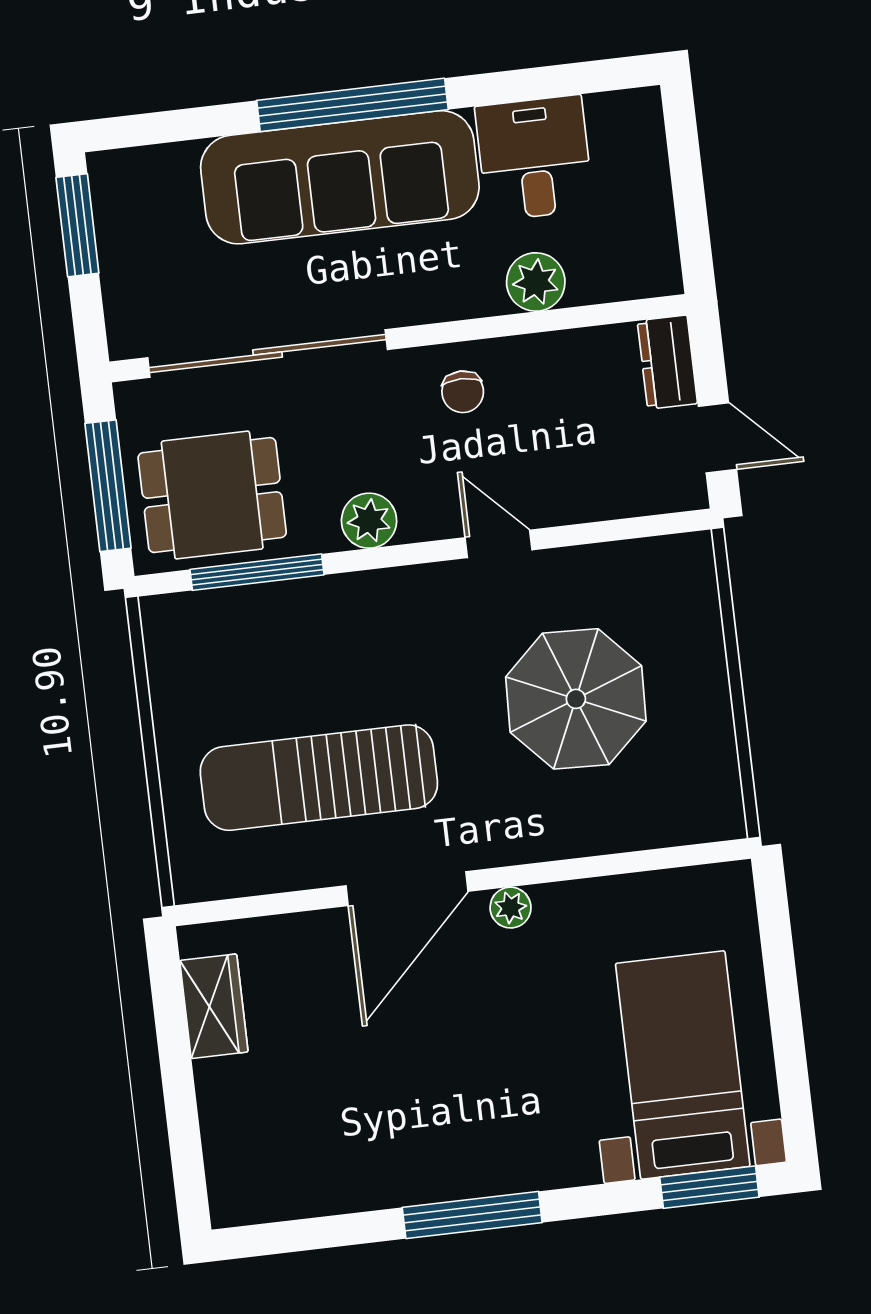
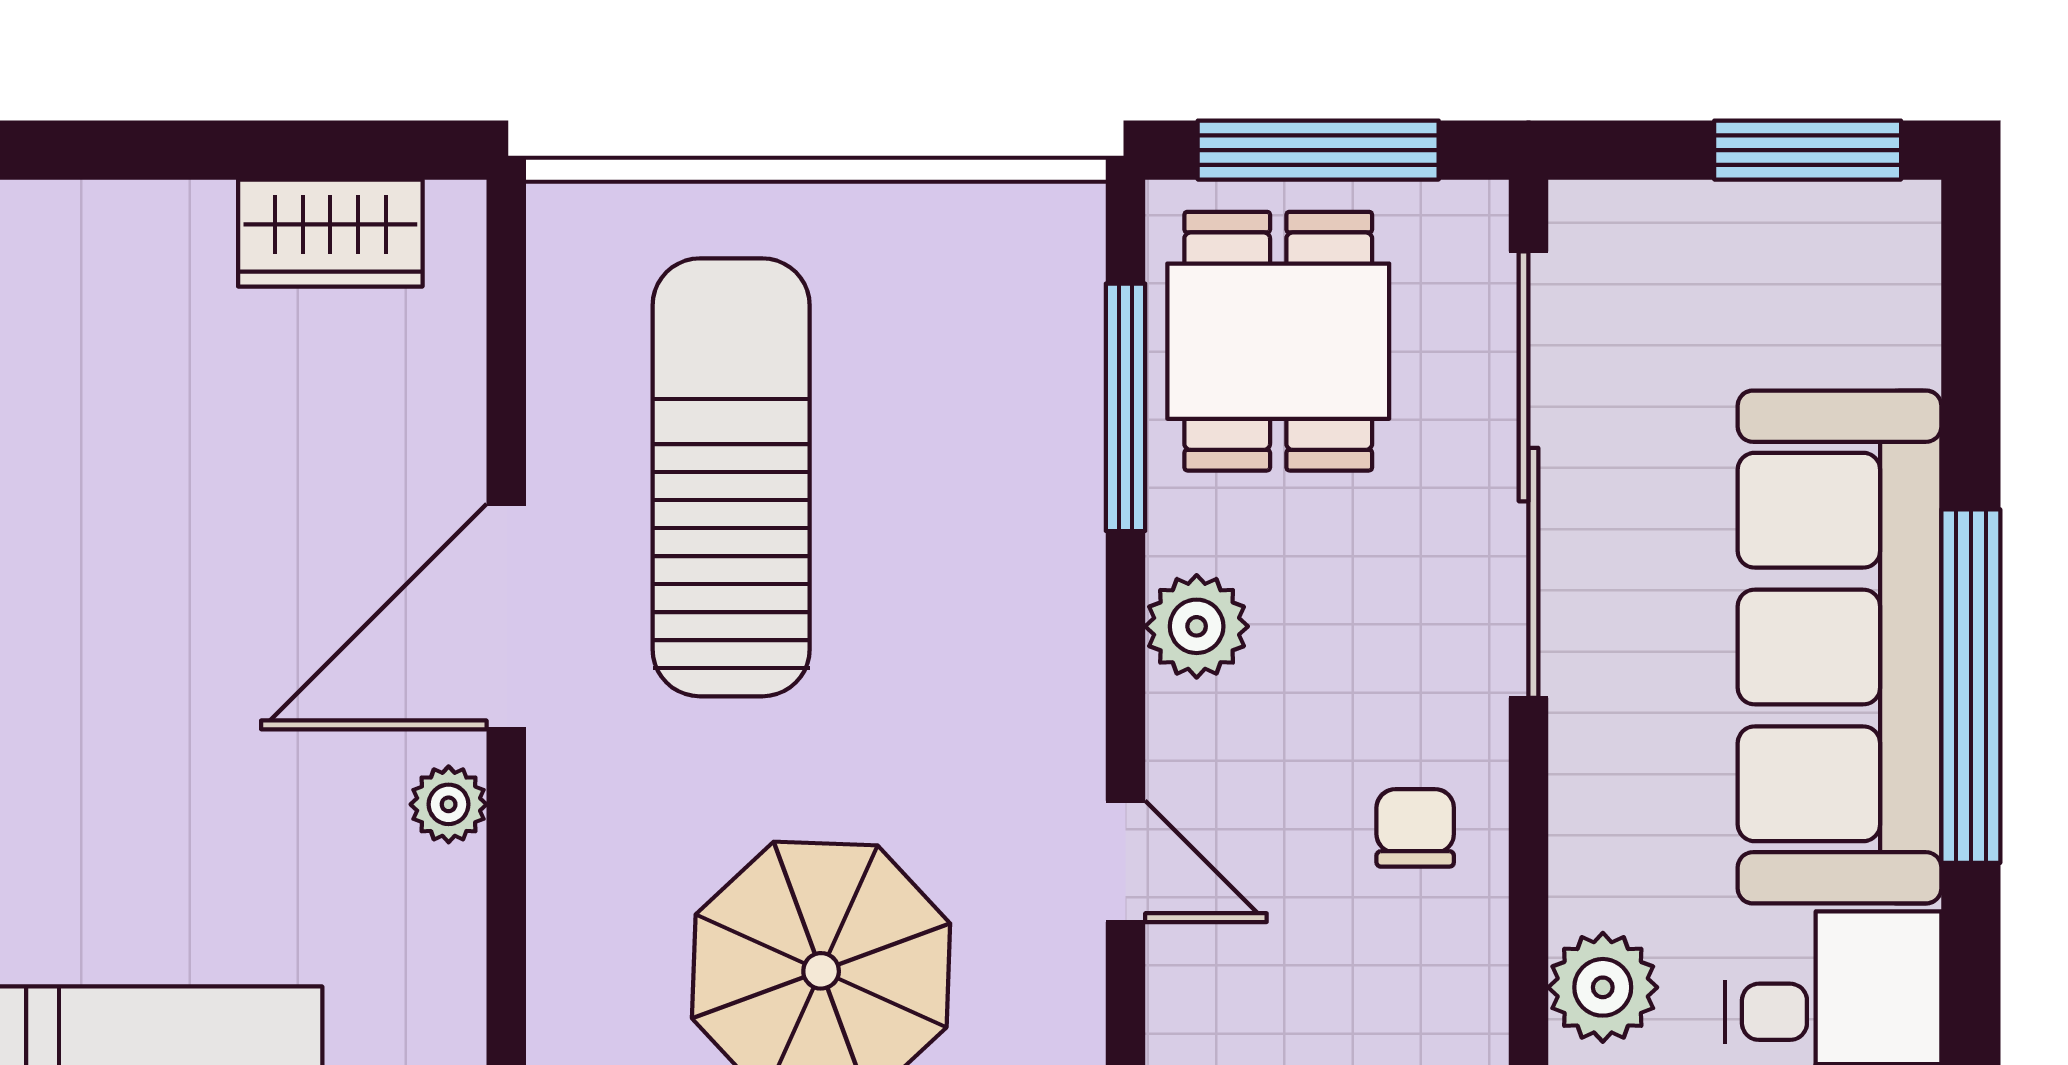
chair: (463, 392) -> (1415, 828), turned 90
door: (499, 544) -> (1125, 861), hinge flipped
door: (407, 889) -> (506, 617), hinge flipped

